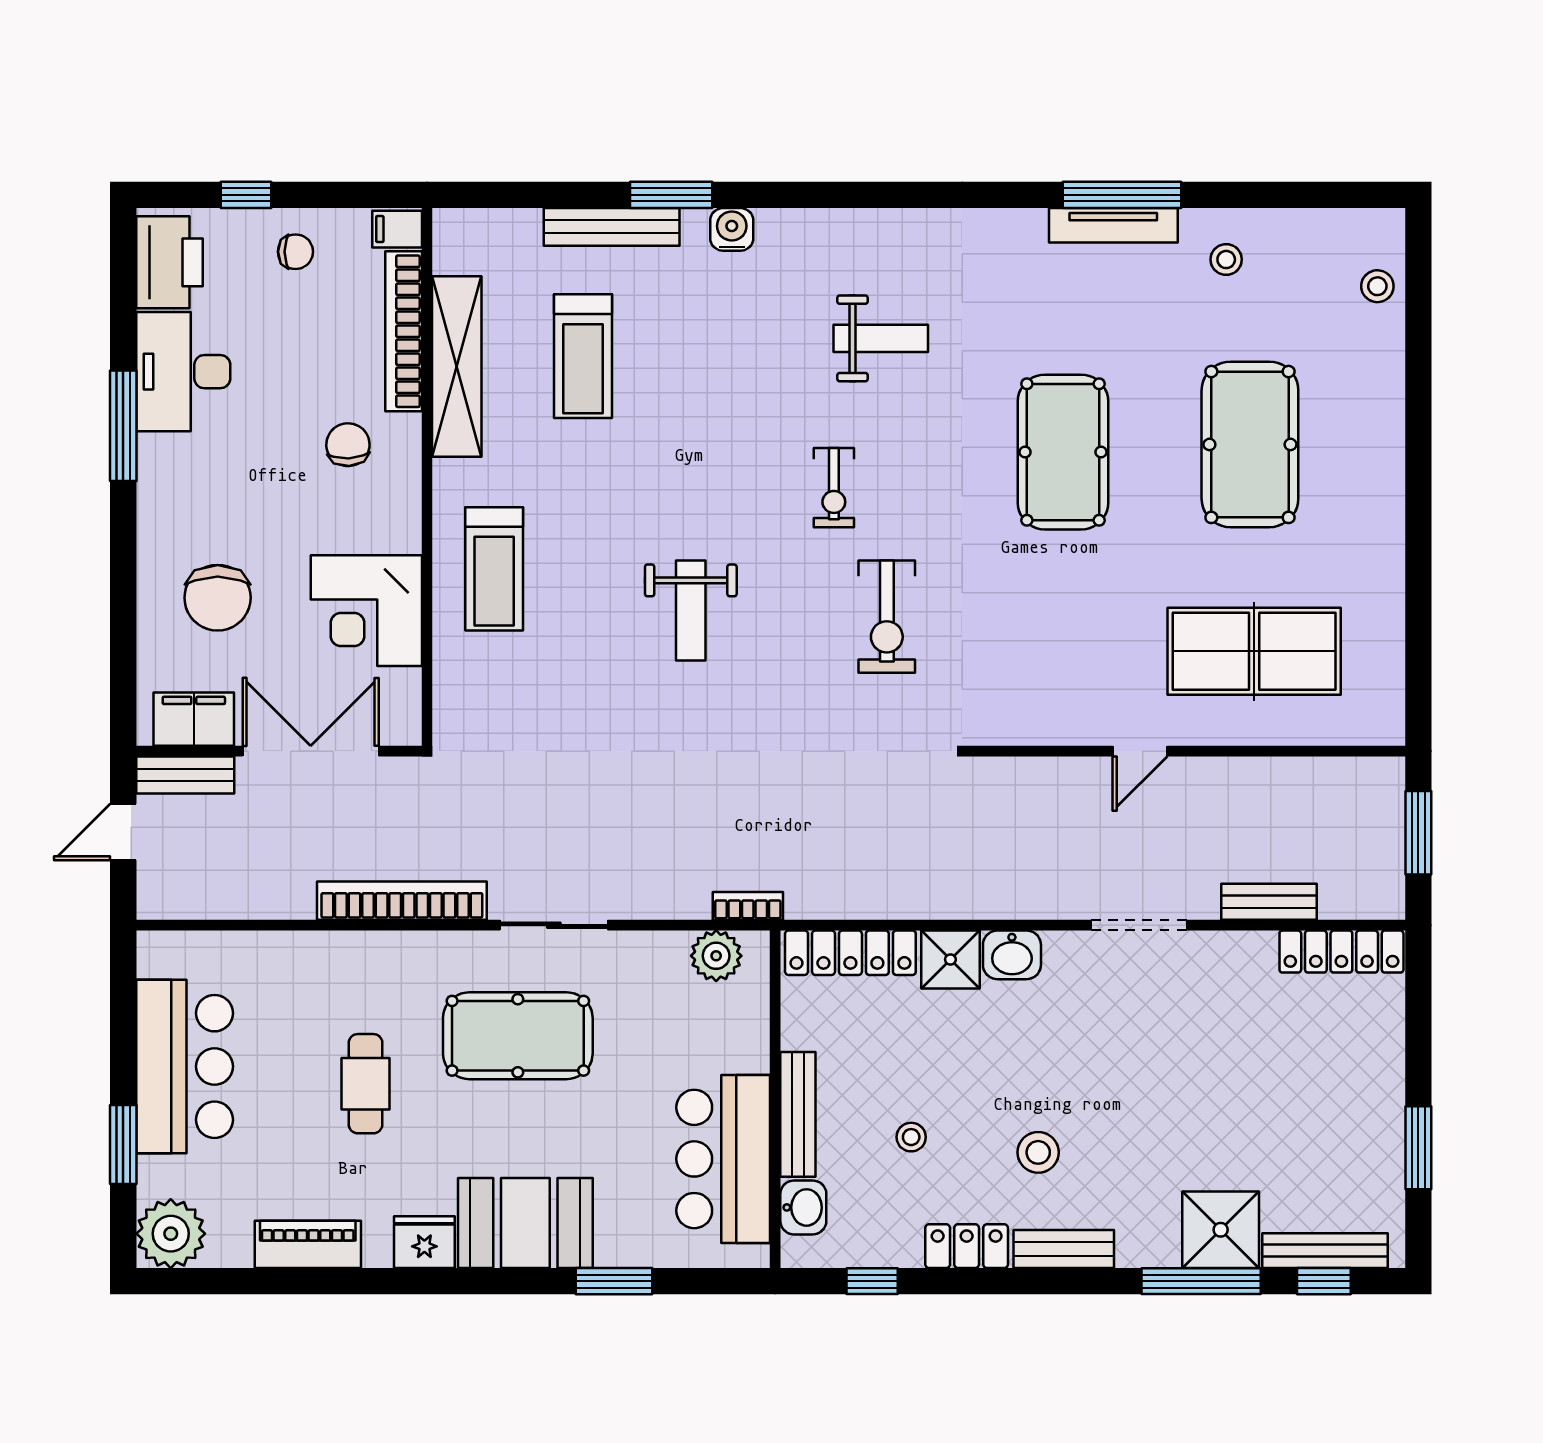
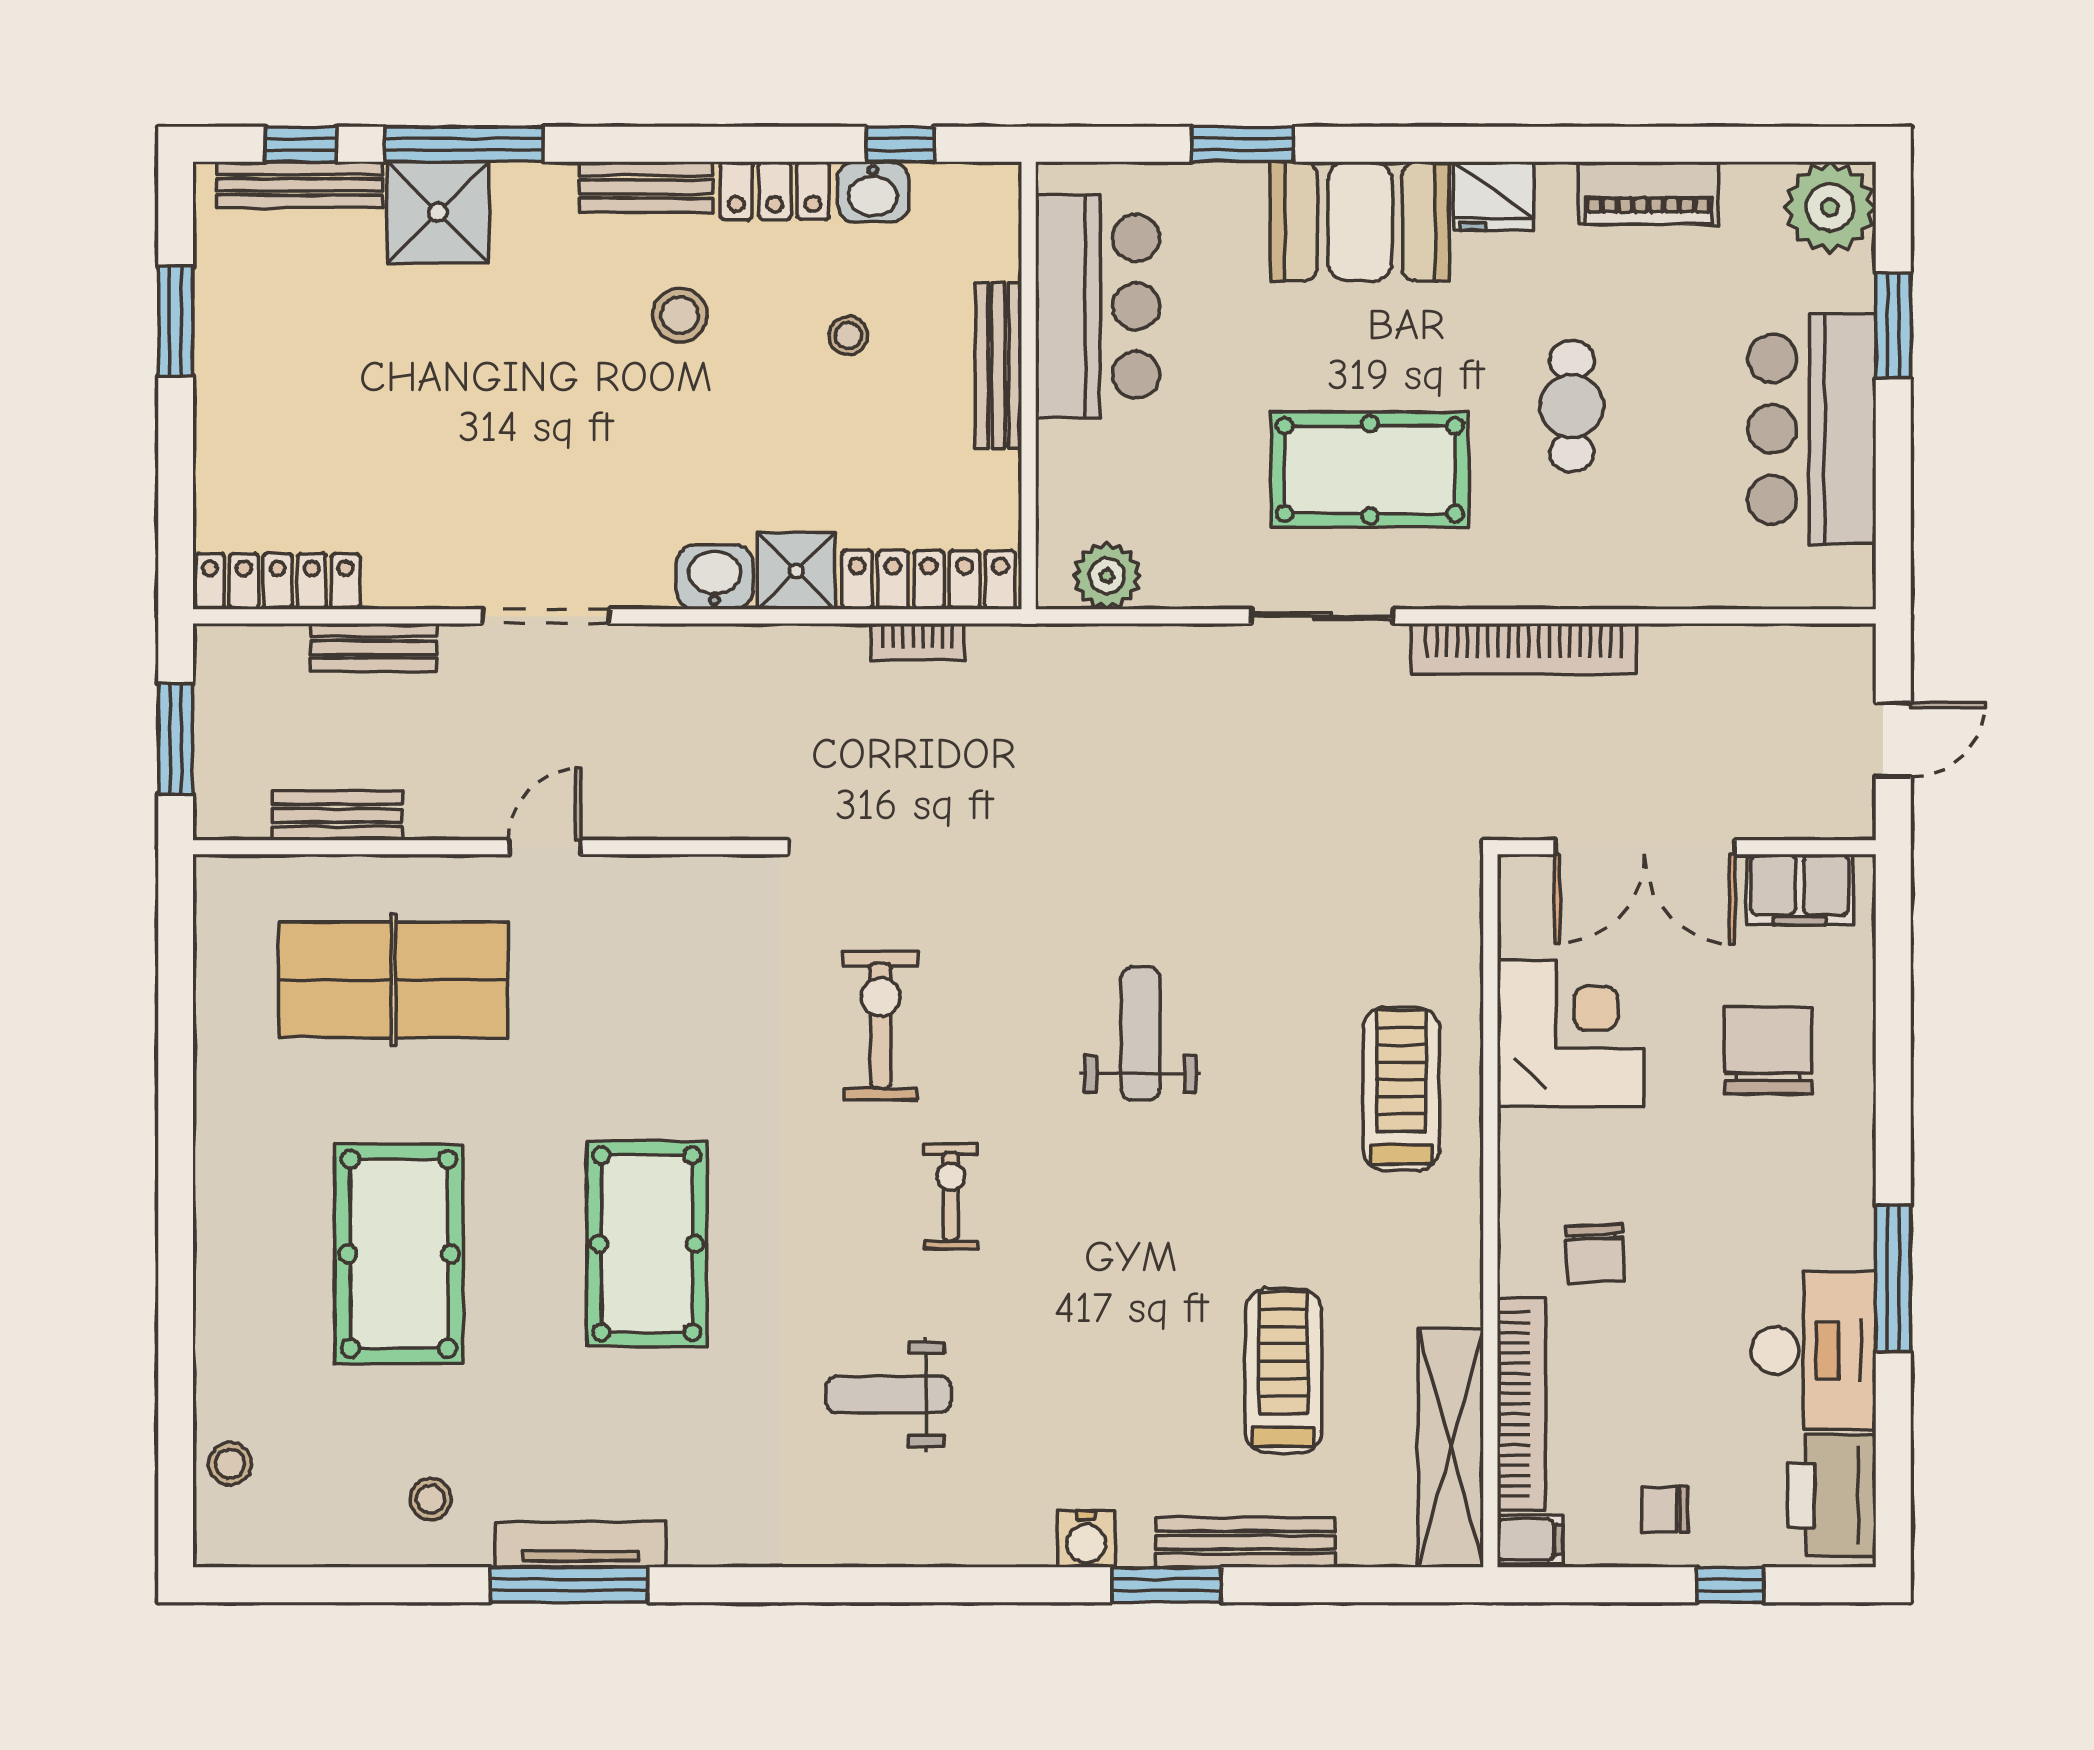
shelving: (457, 367) -> (1451, 1448), moved
bench: (185, 775) -> (337, 815), moved
bookcase: (748, 906) -> (918, 642), moved
washbasin: (803, 1207) -> (873, 192), moved, turned -90

